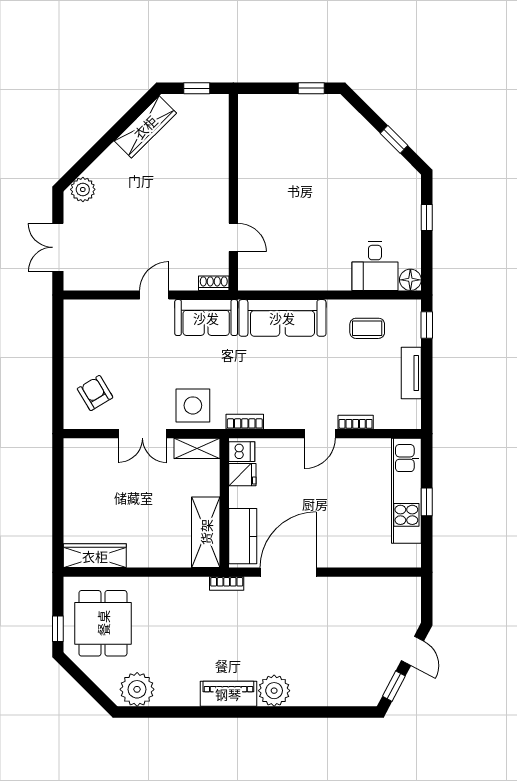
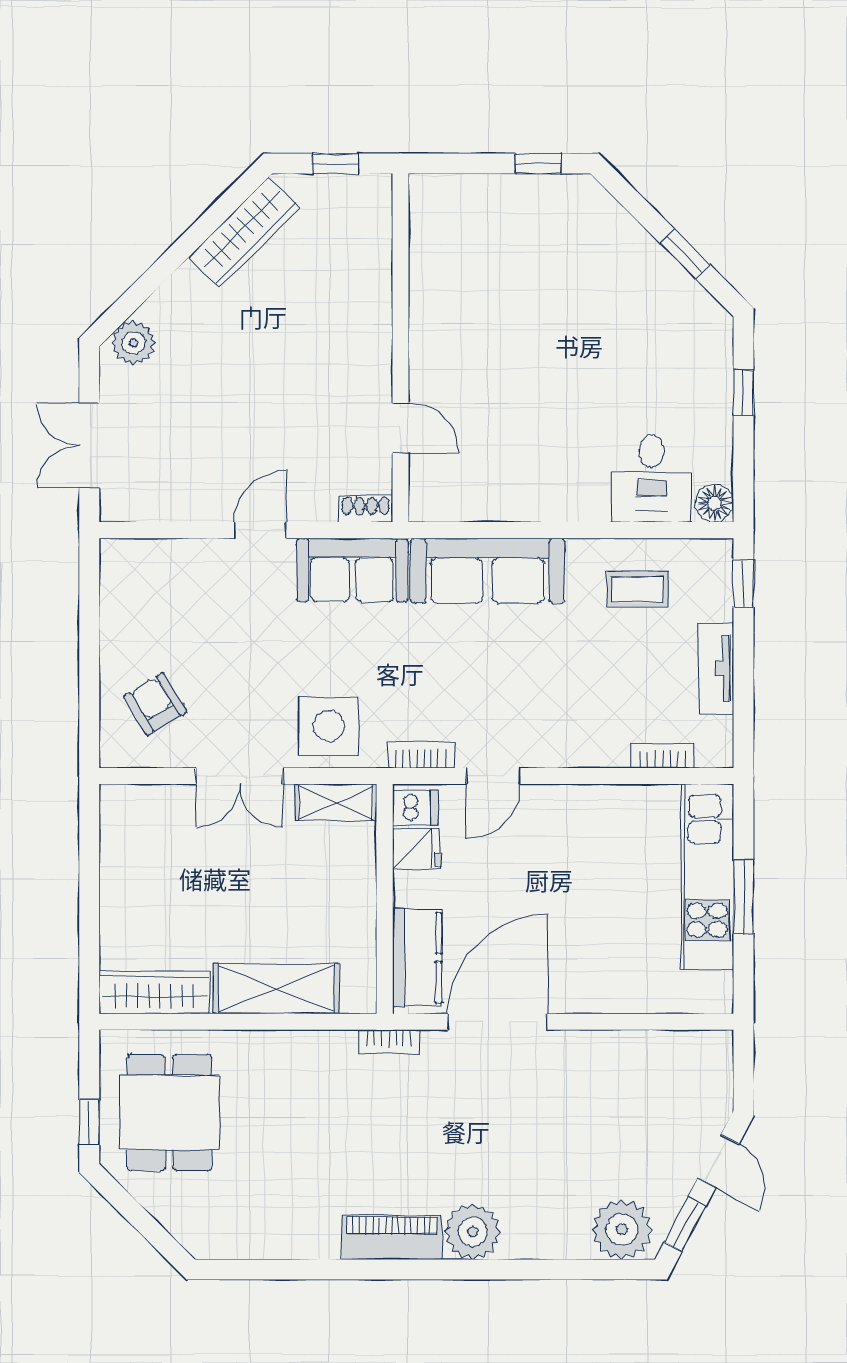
bookcase: (356, 422) -> (663, 756), moved
door: (320, 434) -> (493, 776), moved
window: (427, 502) -> (743, 897), width x1.50
shelving: (206, 532) -> (276, 989), moved, turned 90
plant: (137, 689) -> (622, 1230), moved

